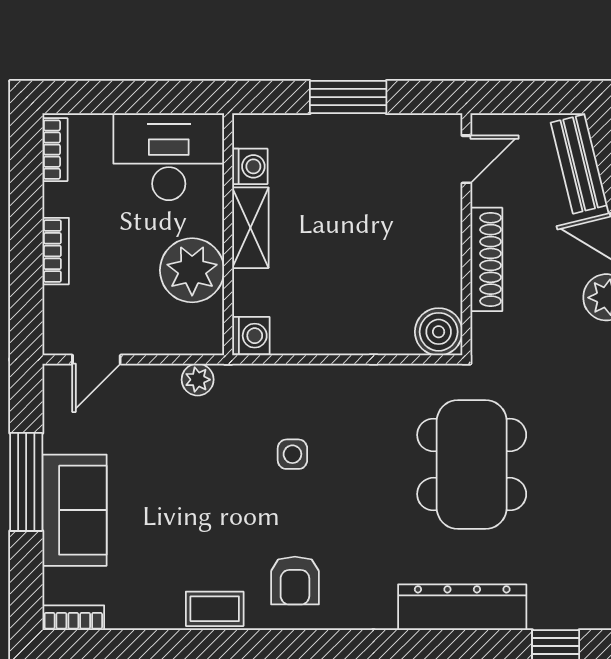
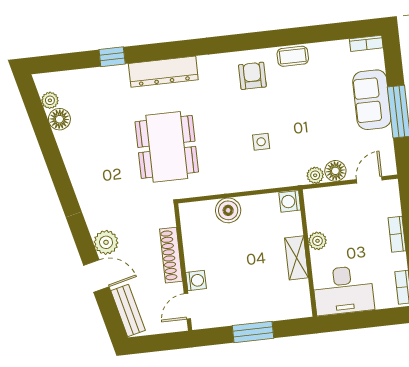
washing machine: (250, 166) -> (196, 280), moved, turned 180
plant: (192, 270) -> (318, 241), width x0.53, depth x0.53
boiler: (439, 332) -> (228, 210), moved
floor lamp: (158, 384) -> (335, 171), added

